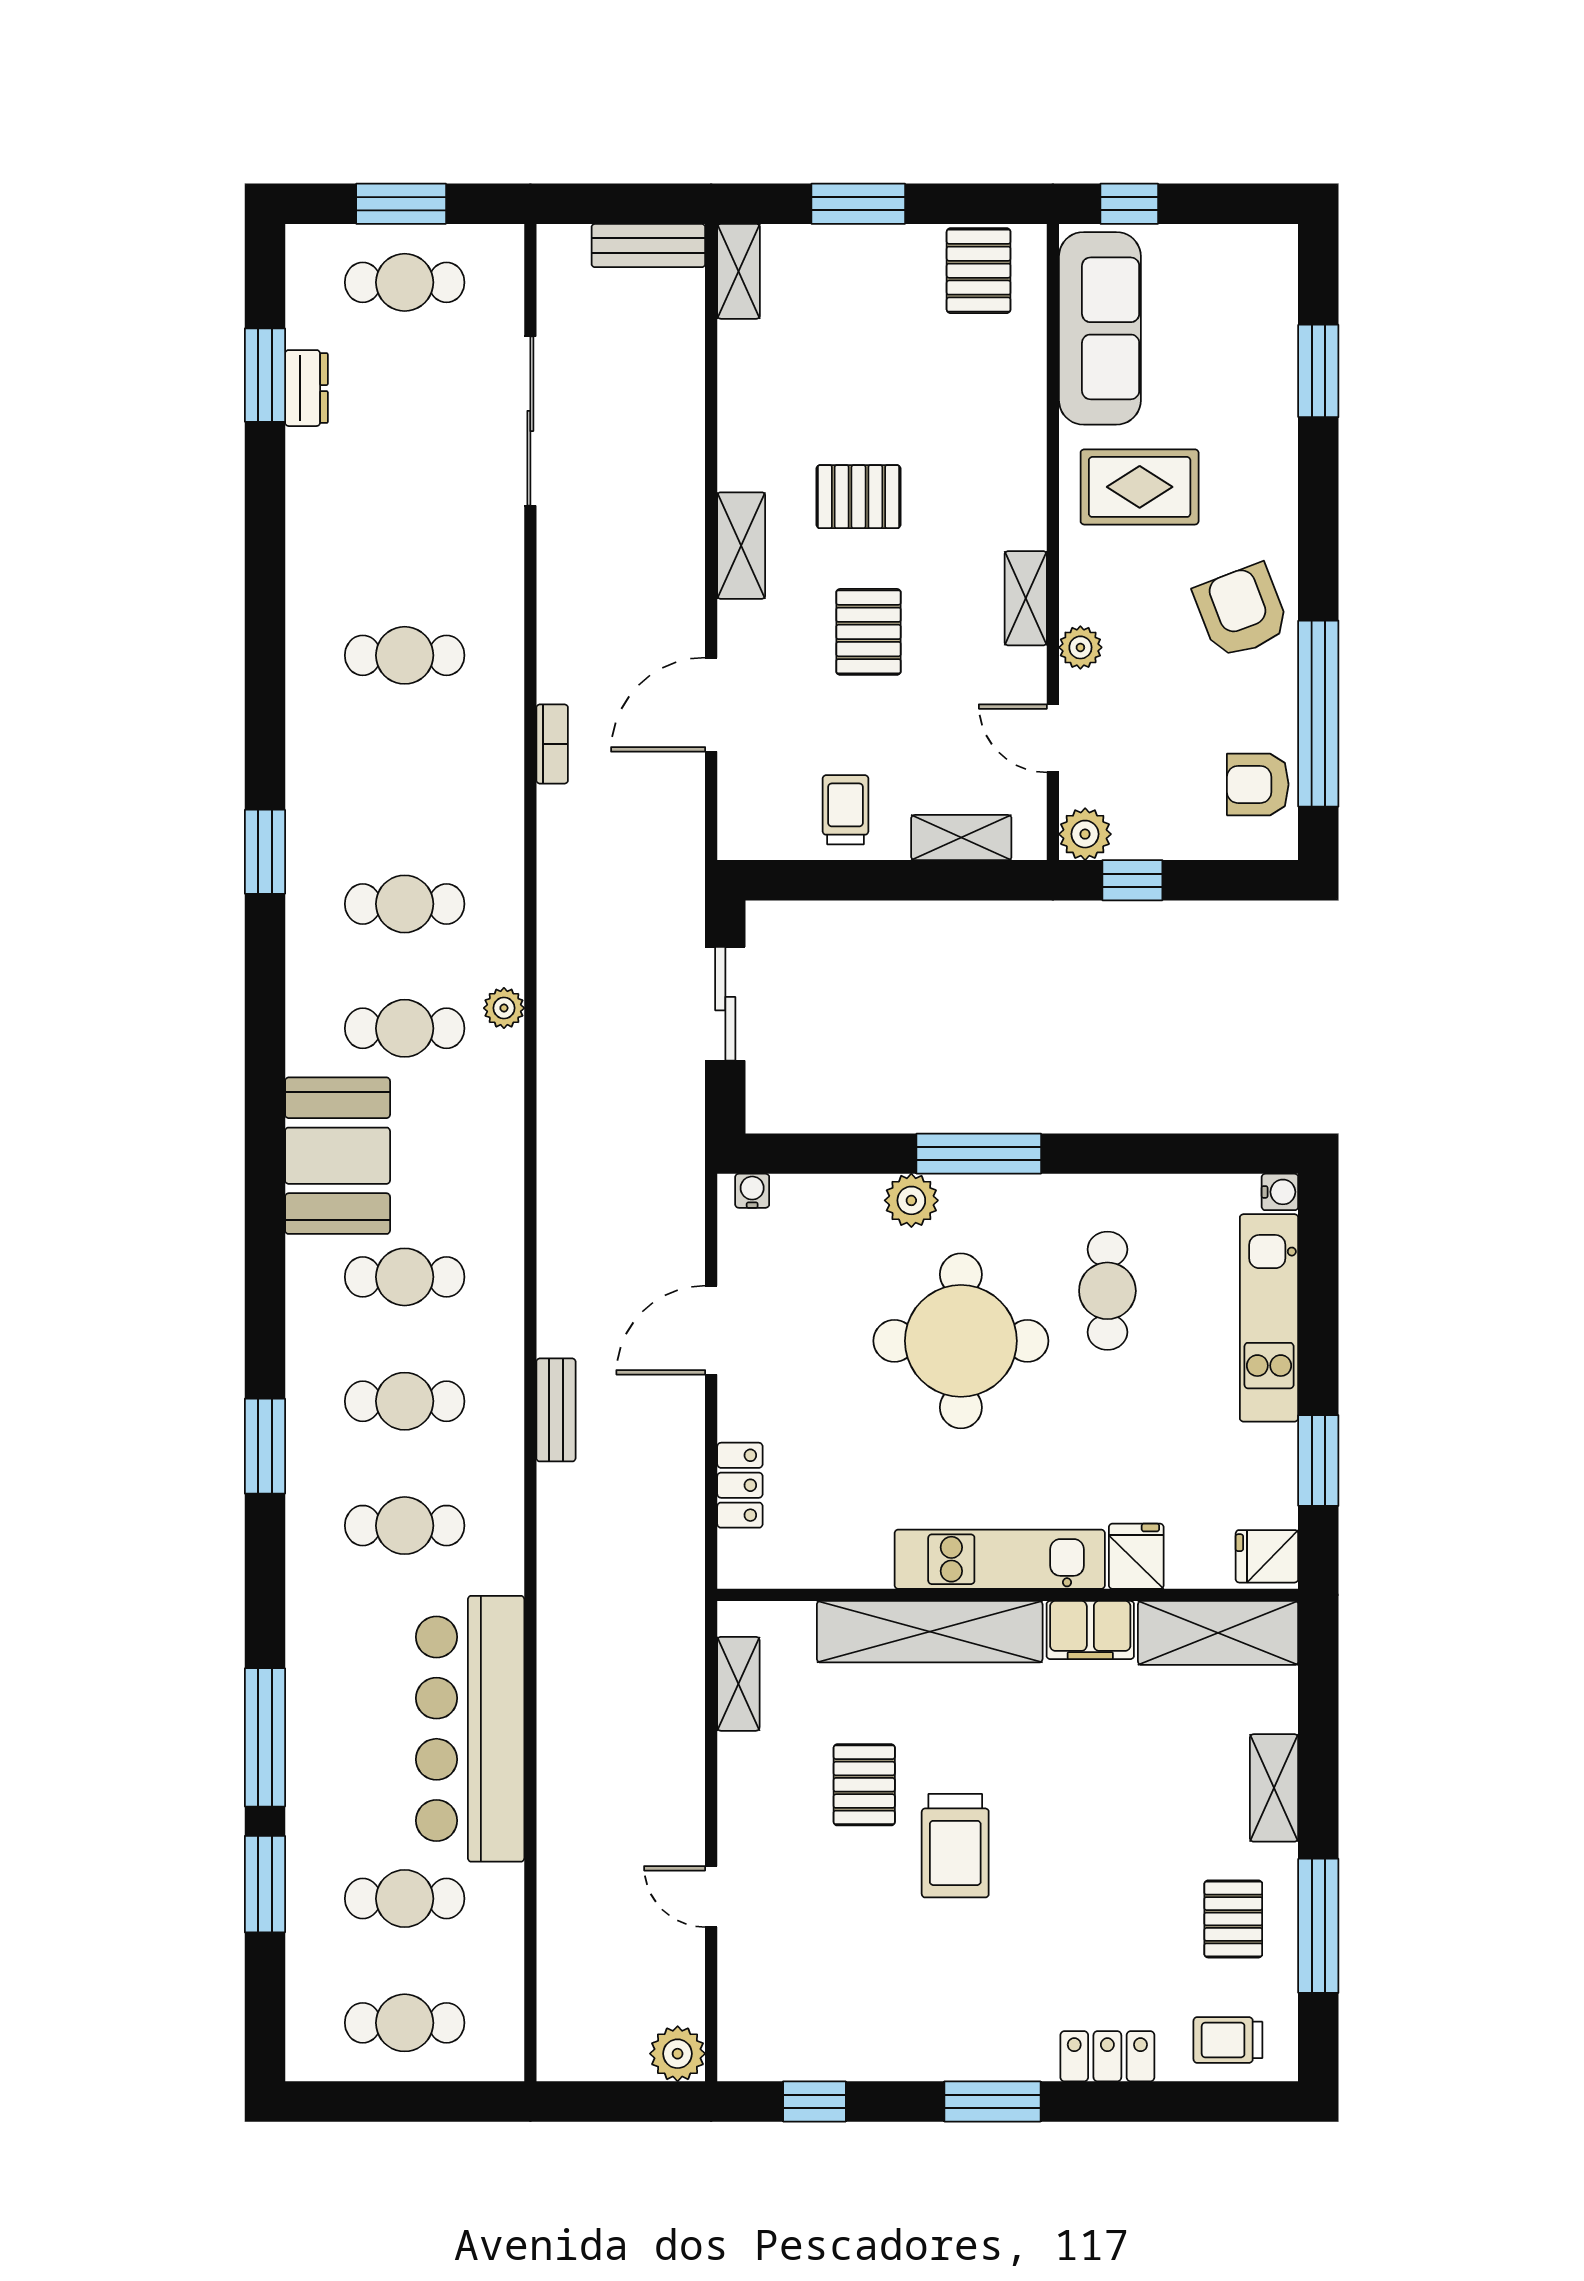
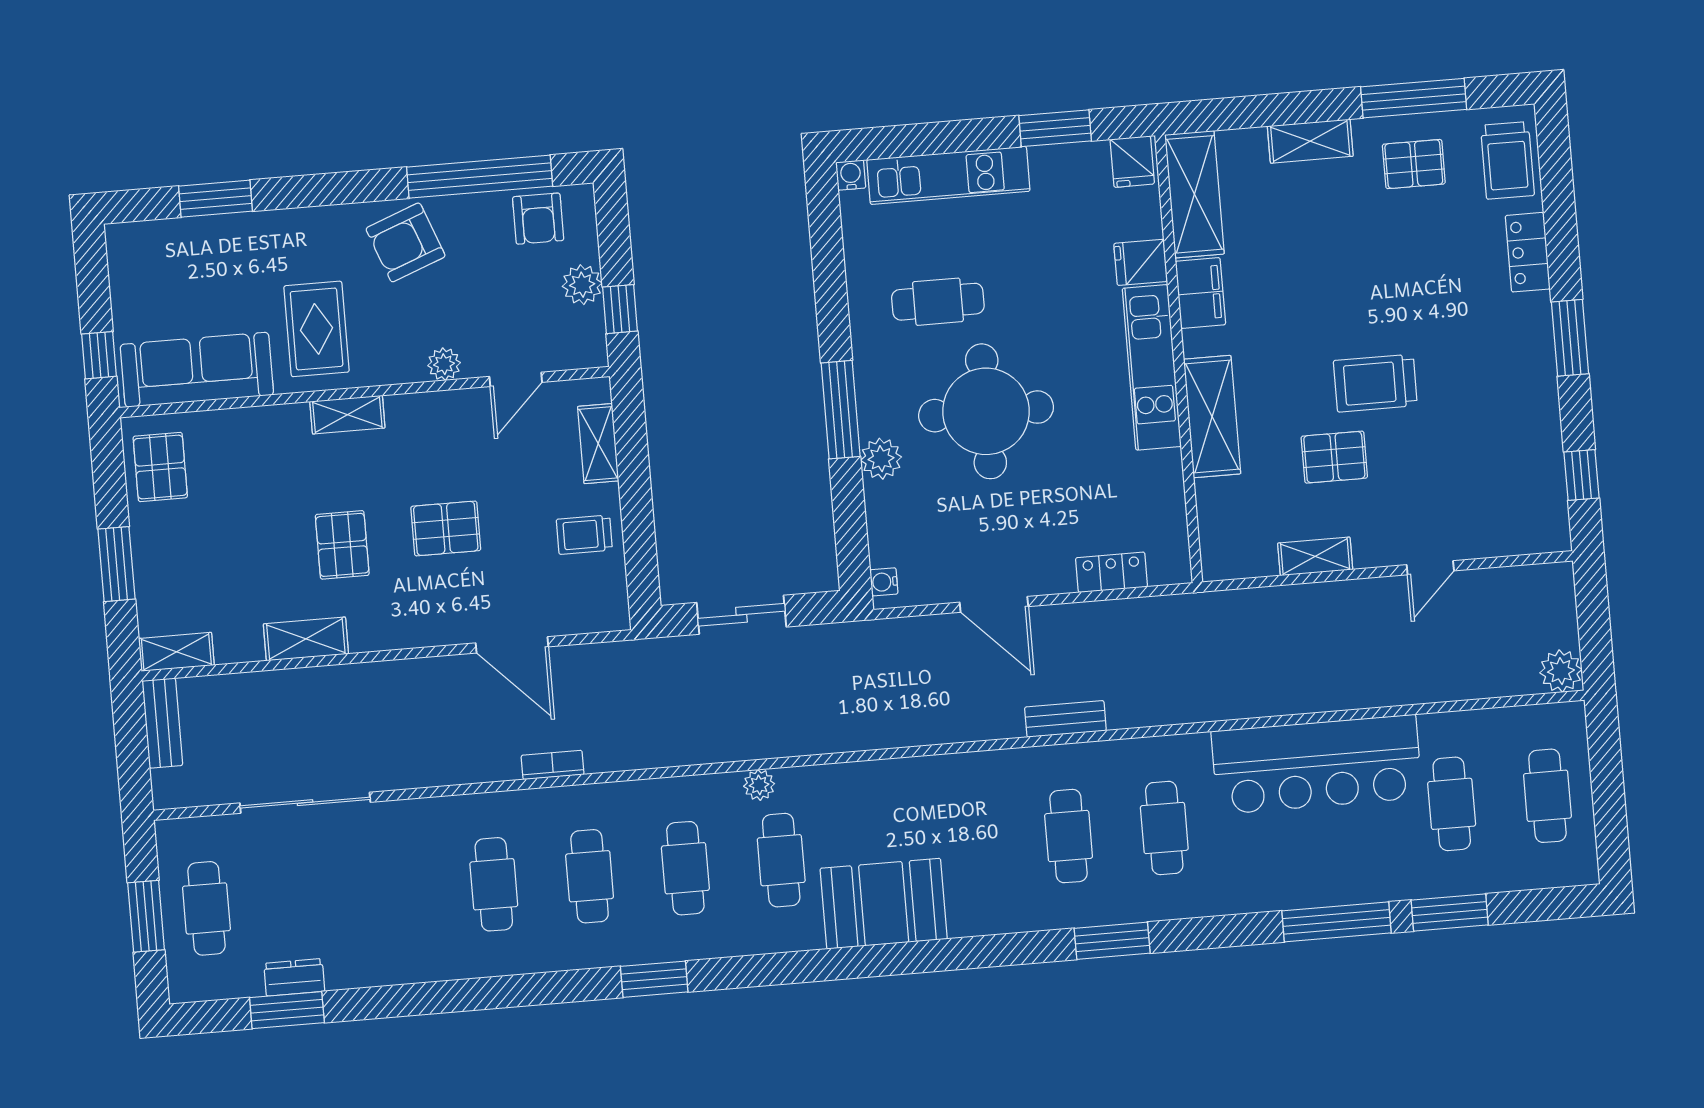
pallet: (979, 271) -> (160, 467), turned 90
shelving: (741, 546) -> (306, 639), moved
shelving: (1026, 598) -> (347, 415), moved
plant: (1085, 834) -> (582, 285), moved
cafe table: (405, 1277) -> (590, 876), moved
shelving: (930, 1632) -> (1212, 417), width x0.68
shelving: (738, 1684) -> (1315, 556), moved
trolley: (955, 1846) -> (1375, 383), turned 180
trolley: (1228, 2040) -> (1507, 160), width x1.36, depth x1.39
plant: (678, 2054) -> (1561, 671), moved

